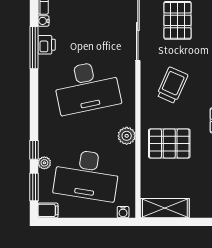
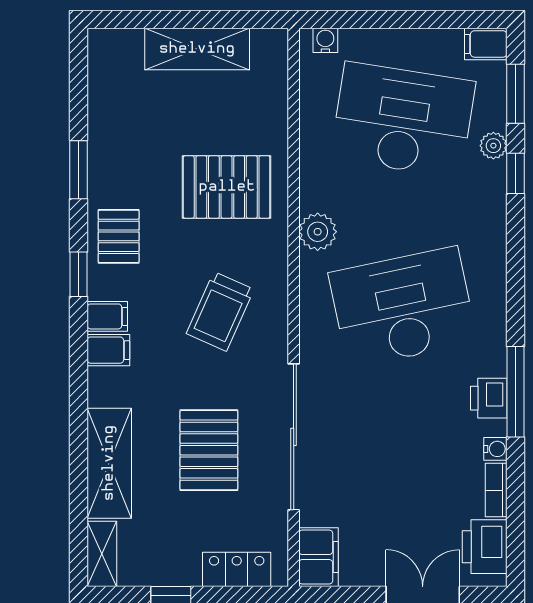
plant: (127, 136) -> (318, 232), moved
shelving: (165, 208) -> (197, 49), moved

